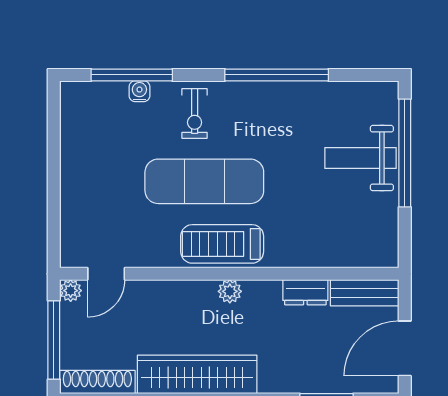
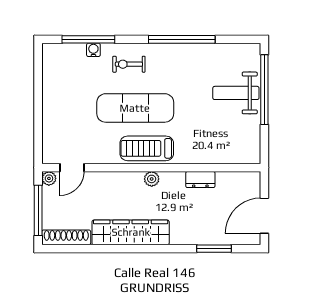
exercise bike: (195, 113) -> (129, 64), turned 90
bench: (365, 293) -> (239, 180), removed

